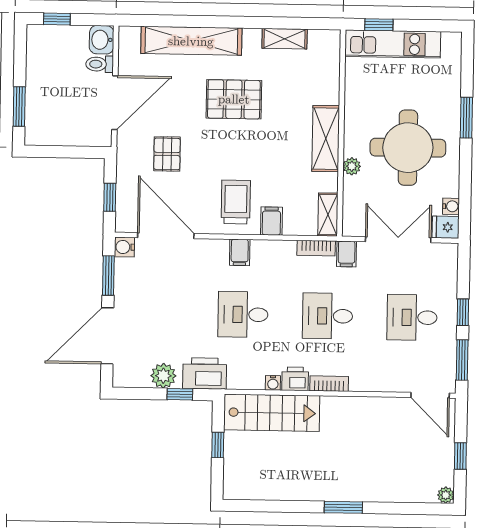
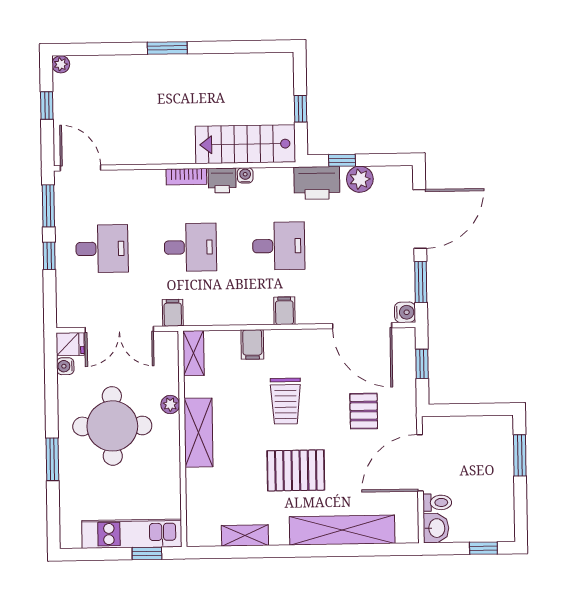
trolley: (236, 202) -> (286, 401), moved
bookcase: (316, 248) -> (205, 318), removed

